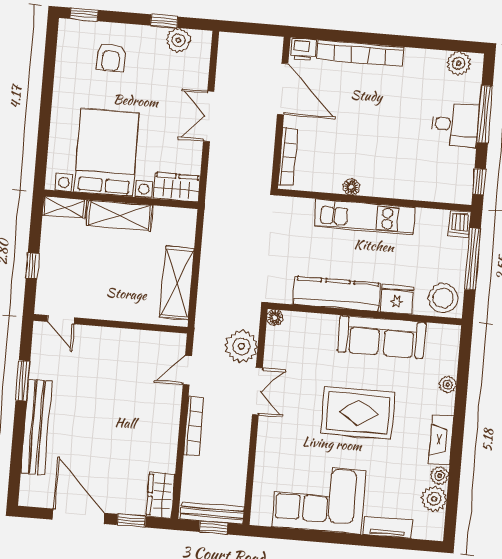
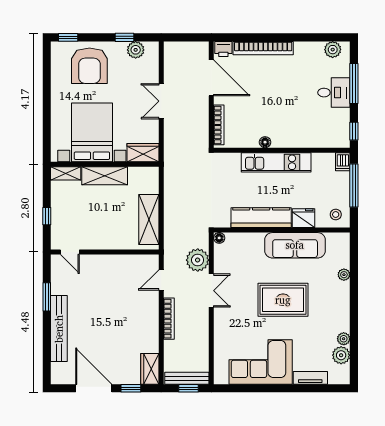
armchair: (111, 57) -> (89, 66), width x1.88, depth x1.88
stool: (443, 298) -> (336, 214), width x0.53, depth x0.53
fireplace: (441, 440) -> (343, 314), removed

